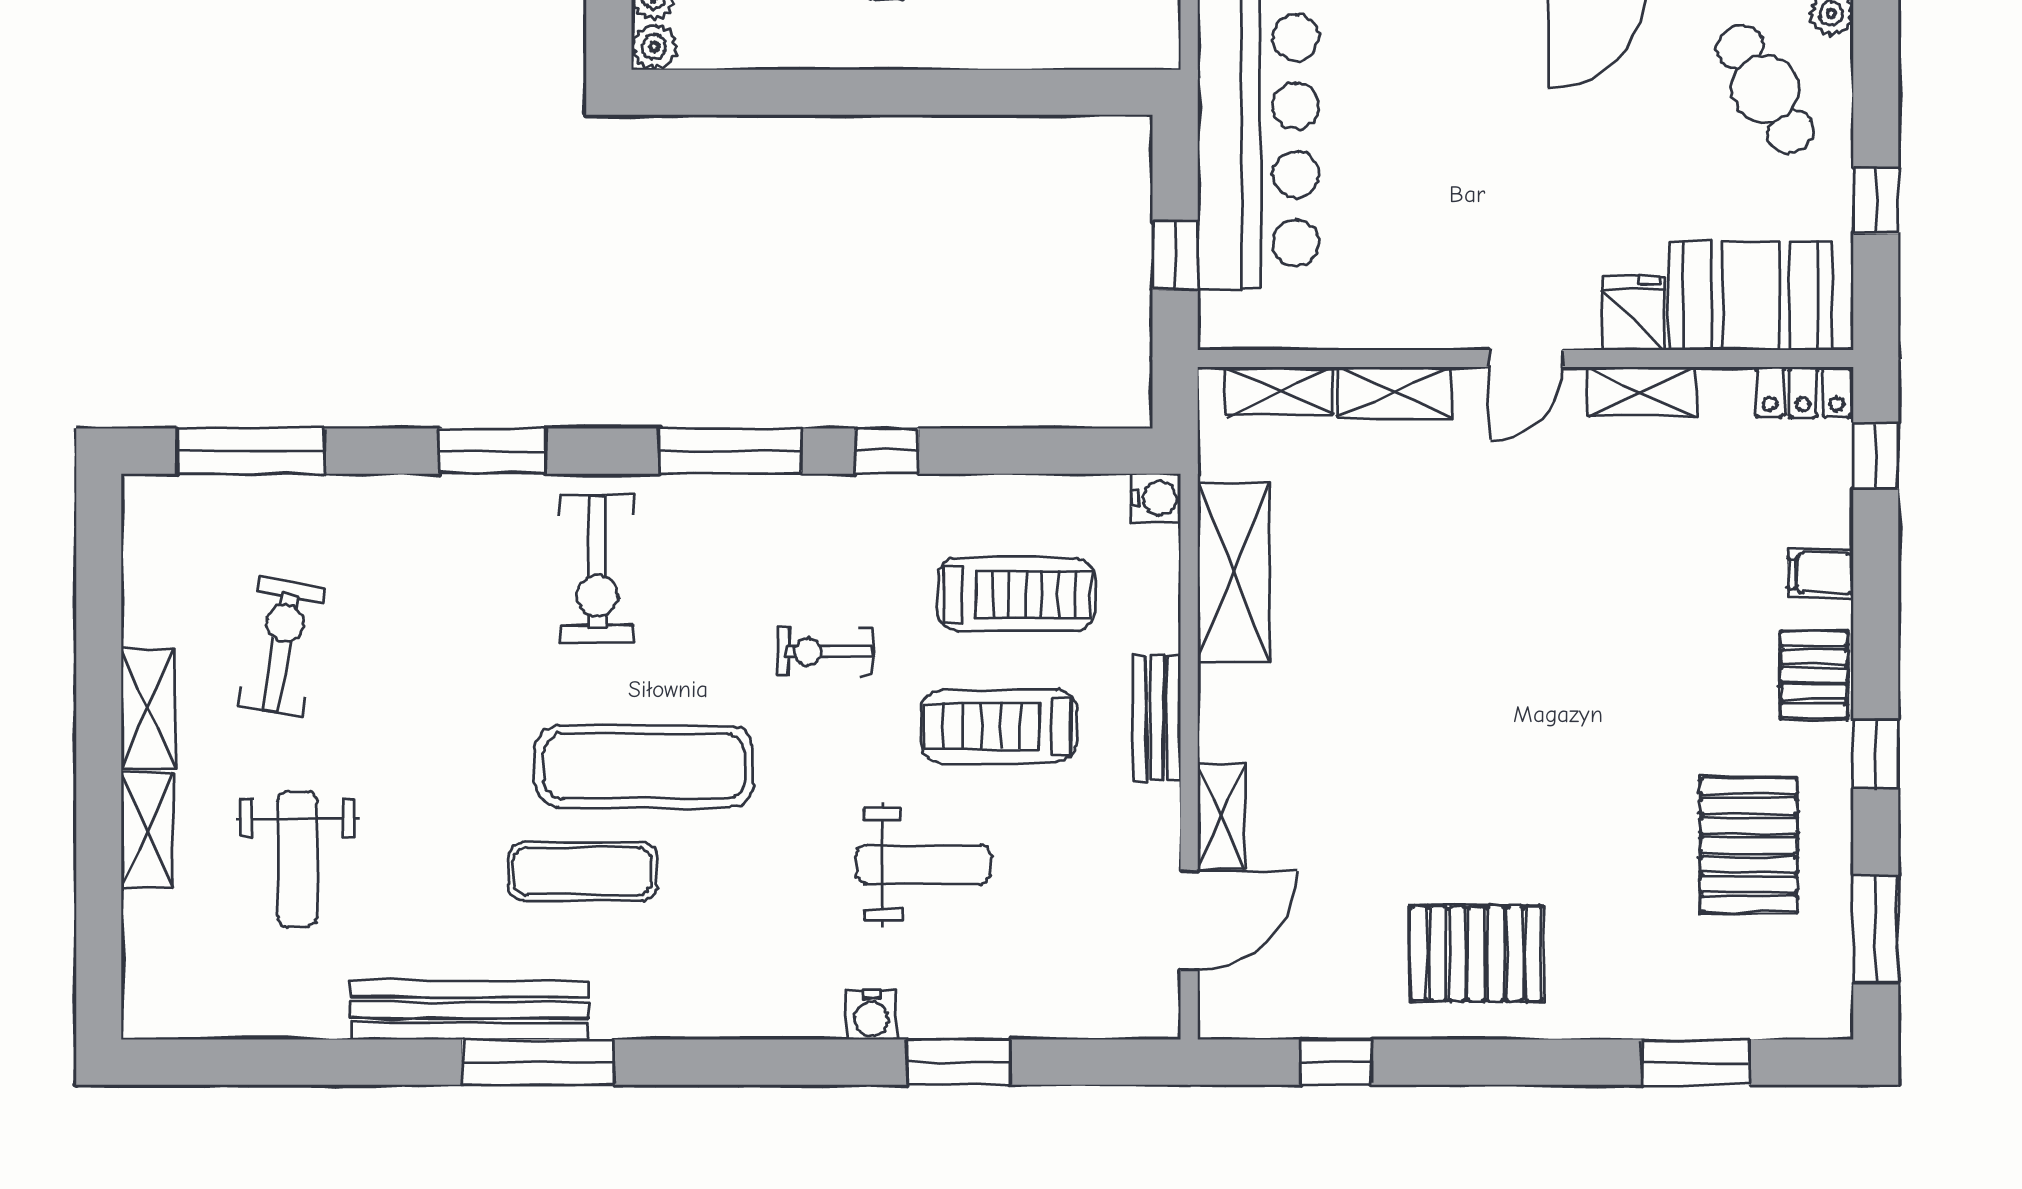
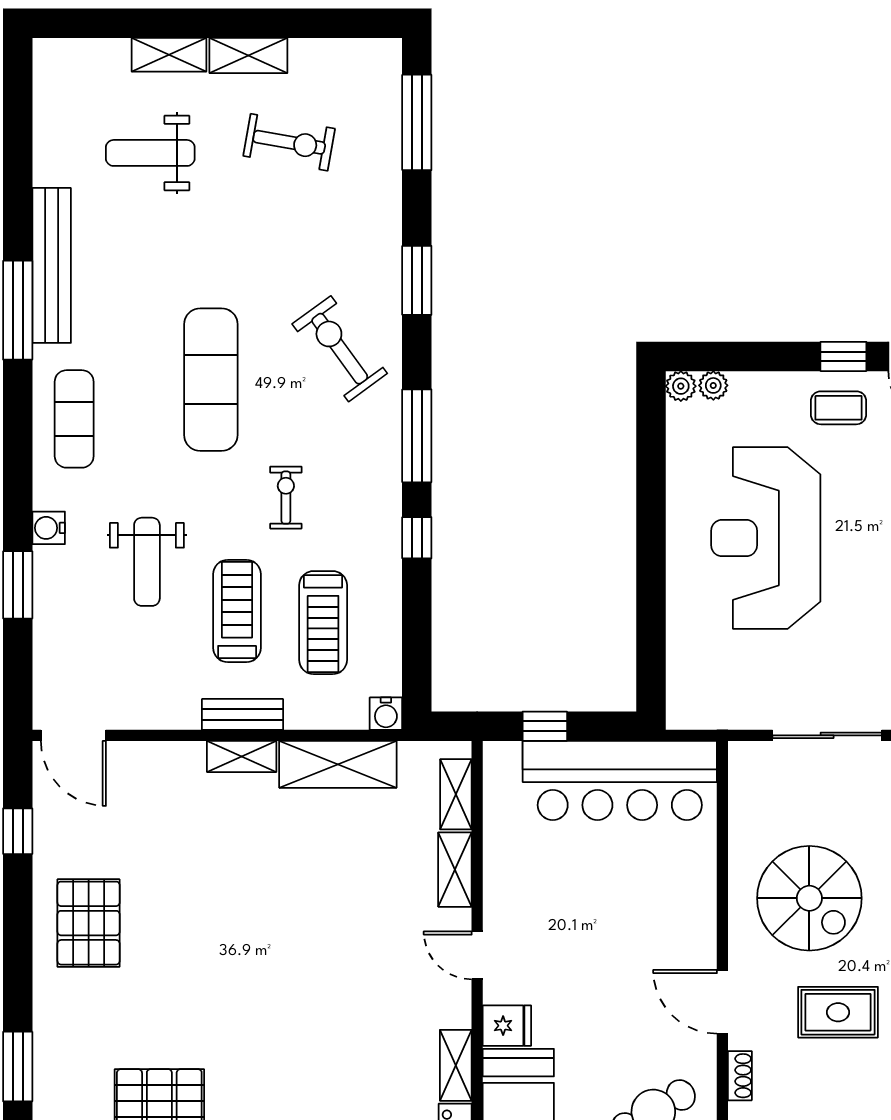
shelving: (1641, 391) -> (456, 1065), moved
exercise bike: (597, 569) -> (340, 349), turned 54
shelving: (1221, 816) -> (242, 756), moved
exercise mat: (583, 871) -> (74, 419), moved
door: (1189, 920) -> (73, 735), moved

